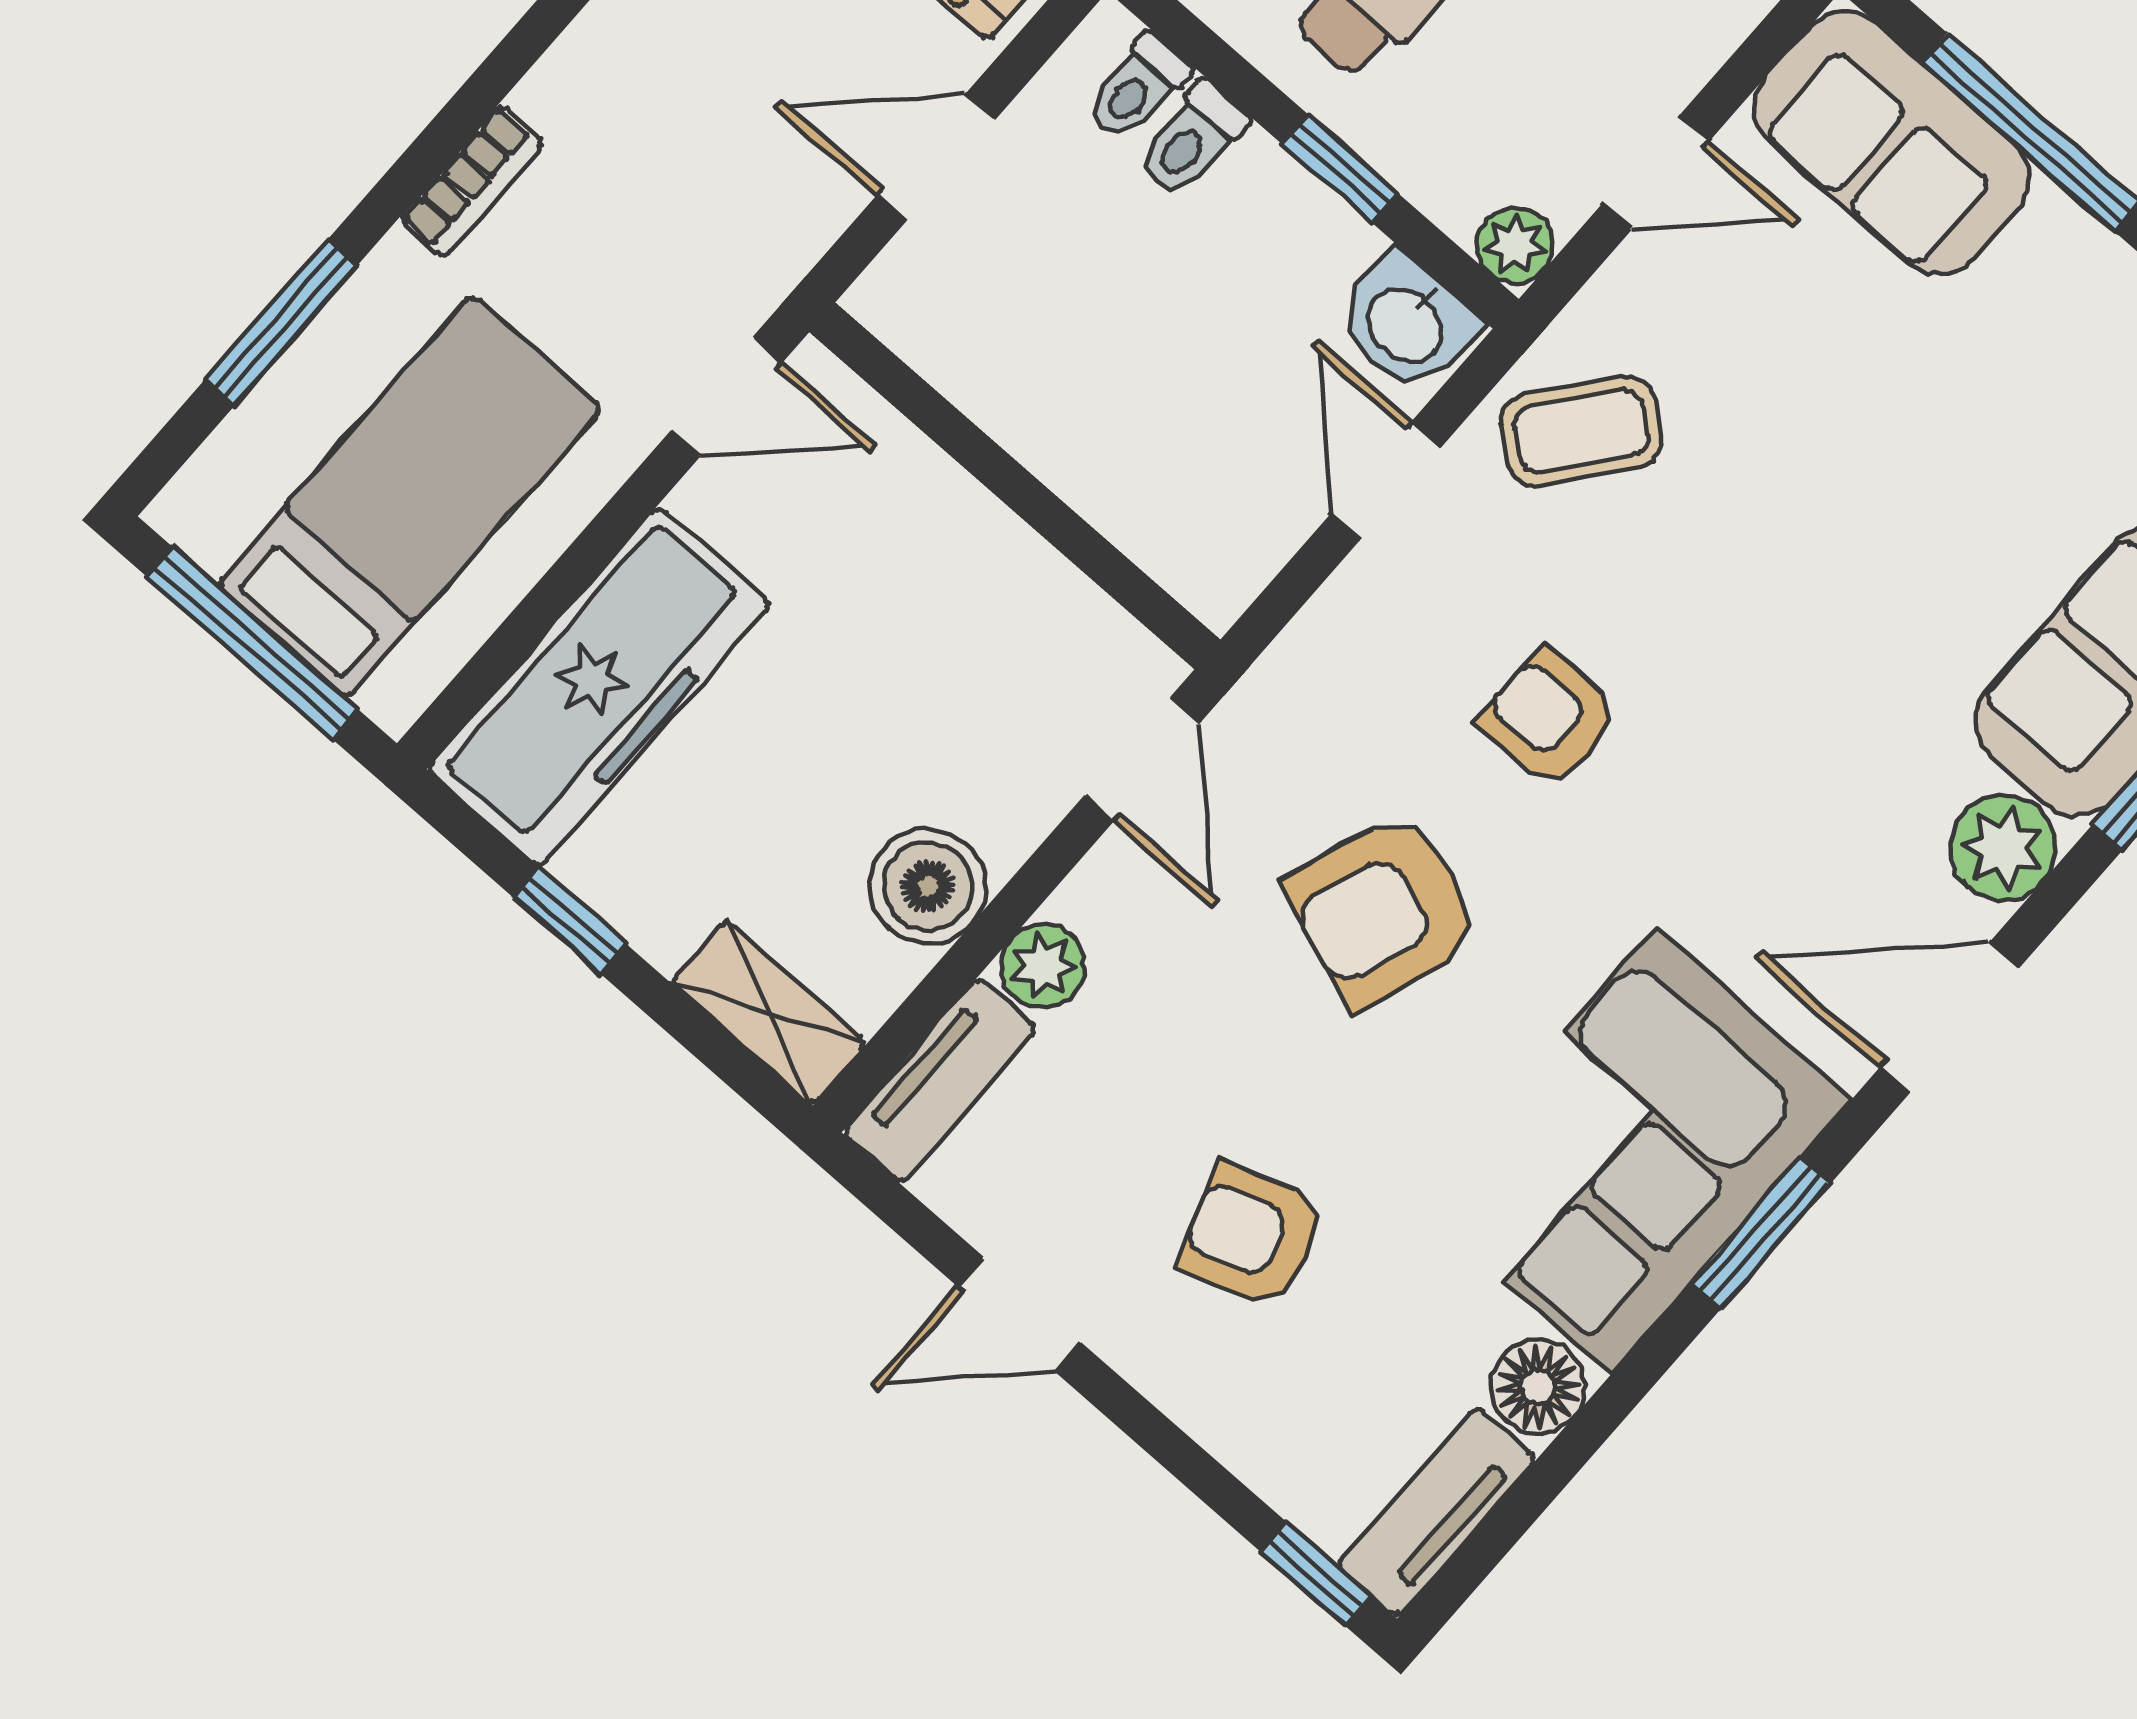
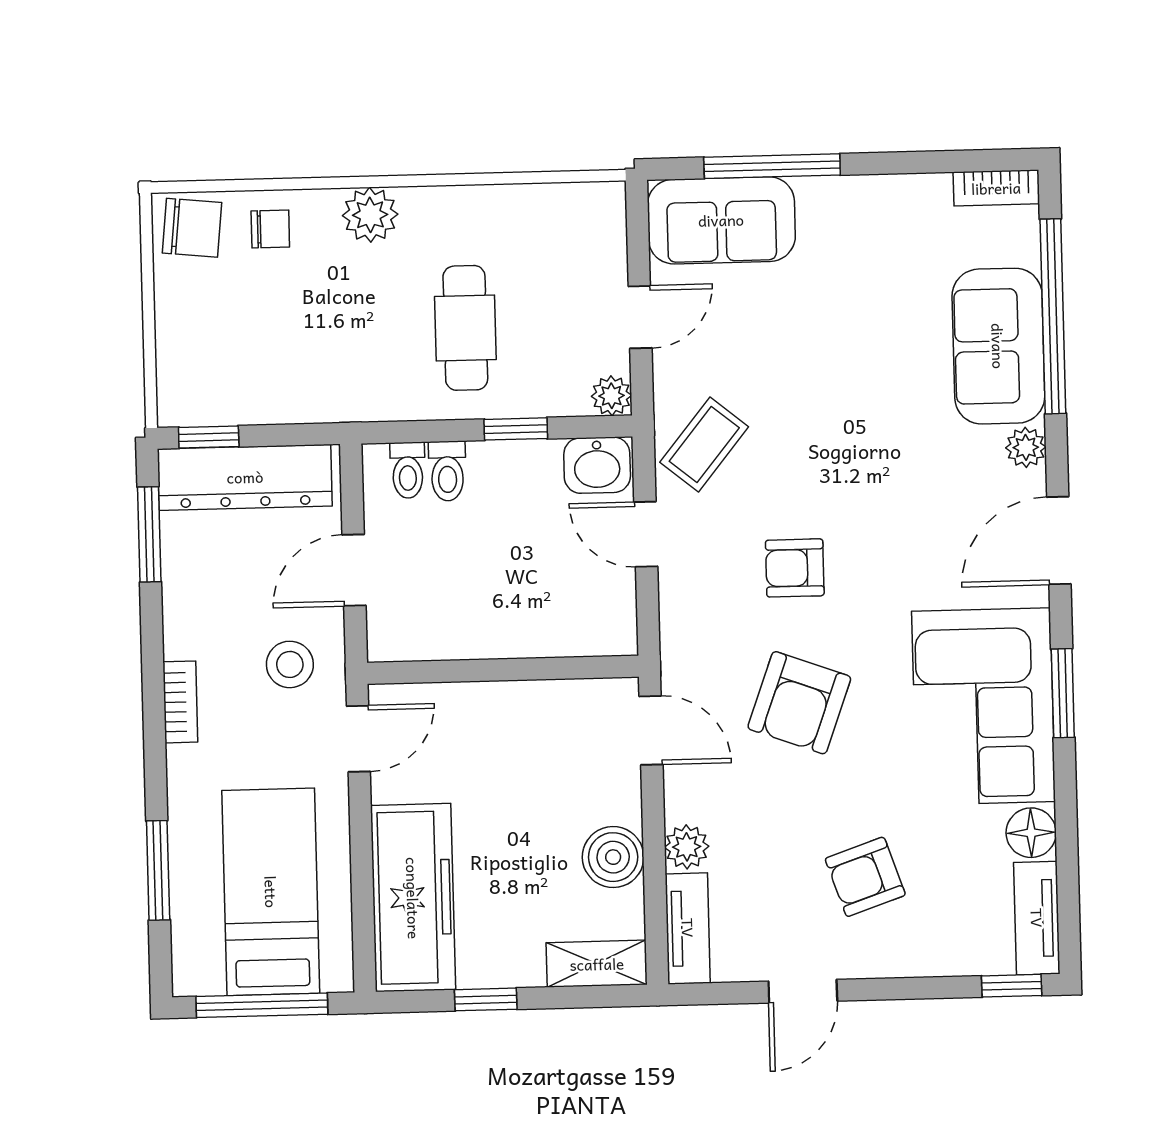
bookcase: (472, 181) -> (180, 702), moved
stool: (726, 206) -> (290, 664), added
plant: (2003, 848) -> (1026, 447), width x0.73, depth x0.73

